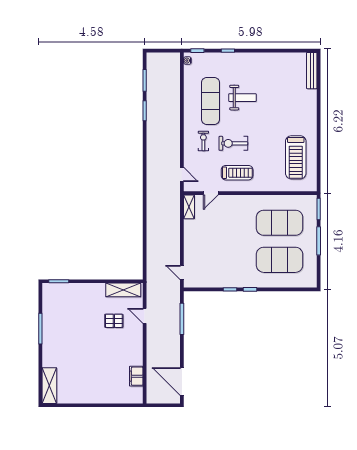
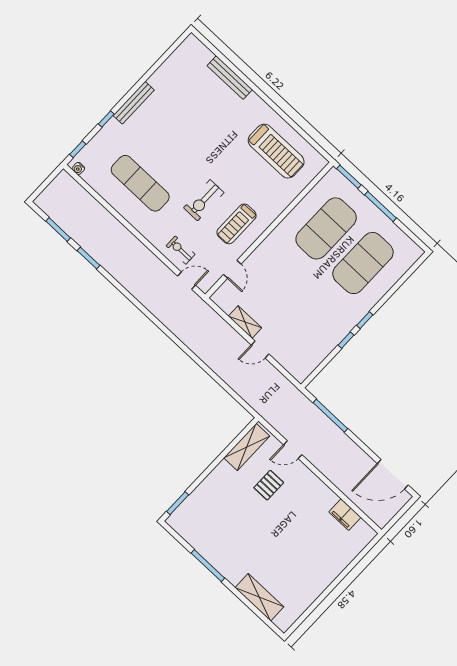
bench: (250, 57) -> (134, 103), added
bench: (312, 71) -> (230, 78), moved
weight bench: (242, 98) -> (167, 148), removed
exercise bike: (203, 141) -> (181, 250), moved
treadmill: (237, 173) -> (236, 224), turned 180
shelving: (189, 207) -> (245, 322), moved
door: (182, 272) -> (260, 350), moved
shelving: (49, 386) -> (259, 597), moved

